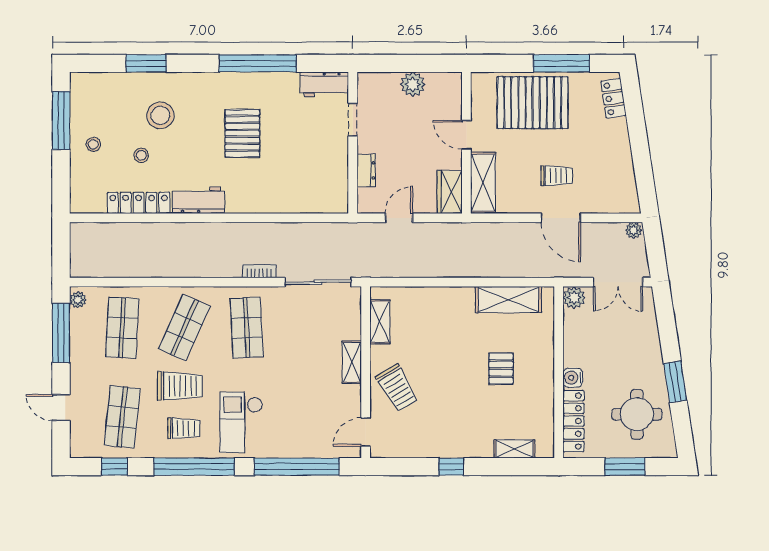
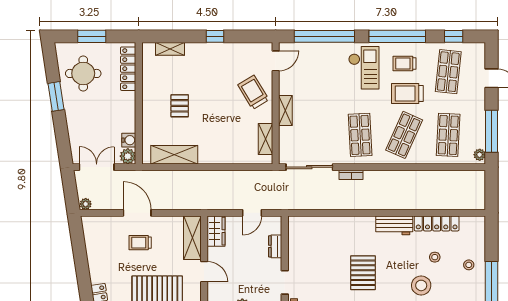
water cooler: (573, 378) -> (129, 140), moved

